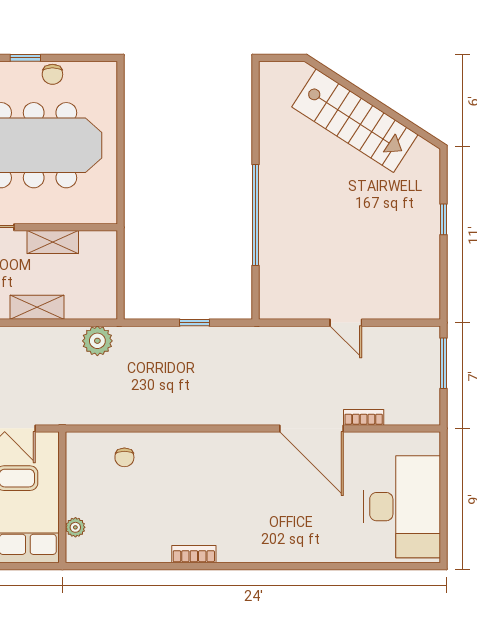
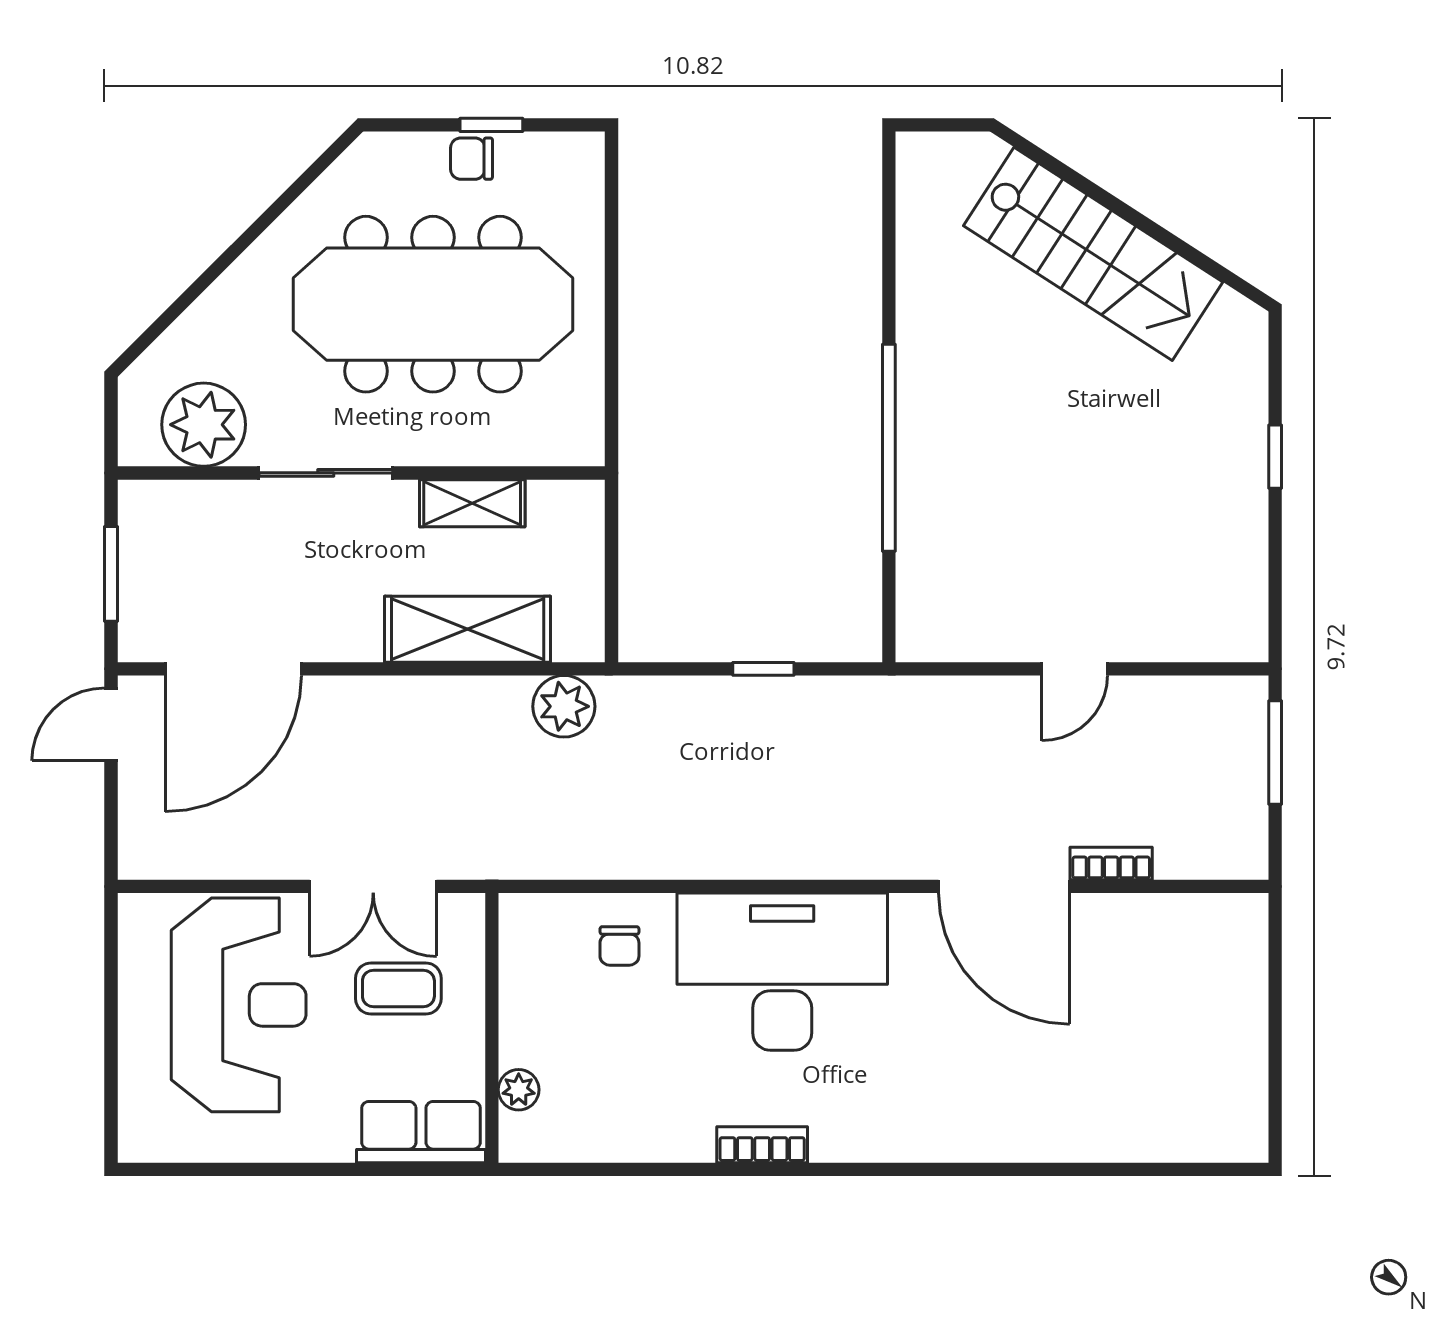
window: (25, 58) -> (491, 125), moved
chair: (52, 74) -> (472, 159), turned 90
shelving: (37, 307) -> (468, 629), width x1.50, depth x1.33
door: (346, 323) -> (1075, 669), hinge flipped
desk: (402, 507) -> (782, 972), moved, turned -90

